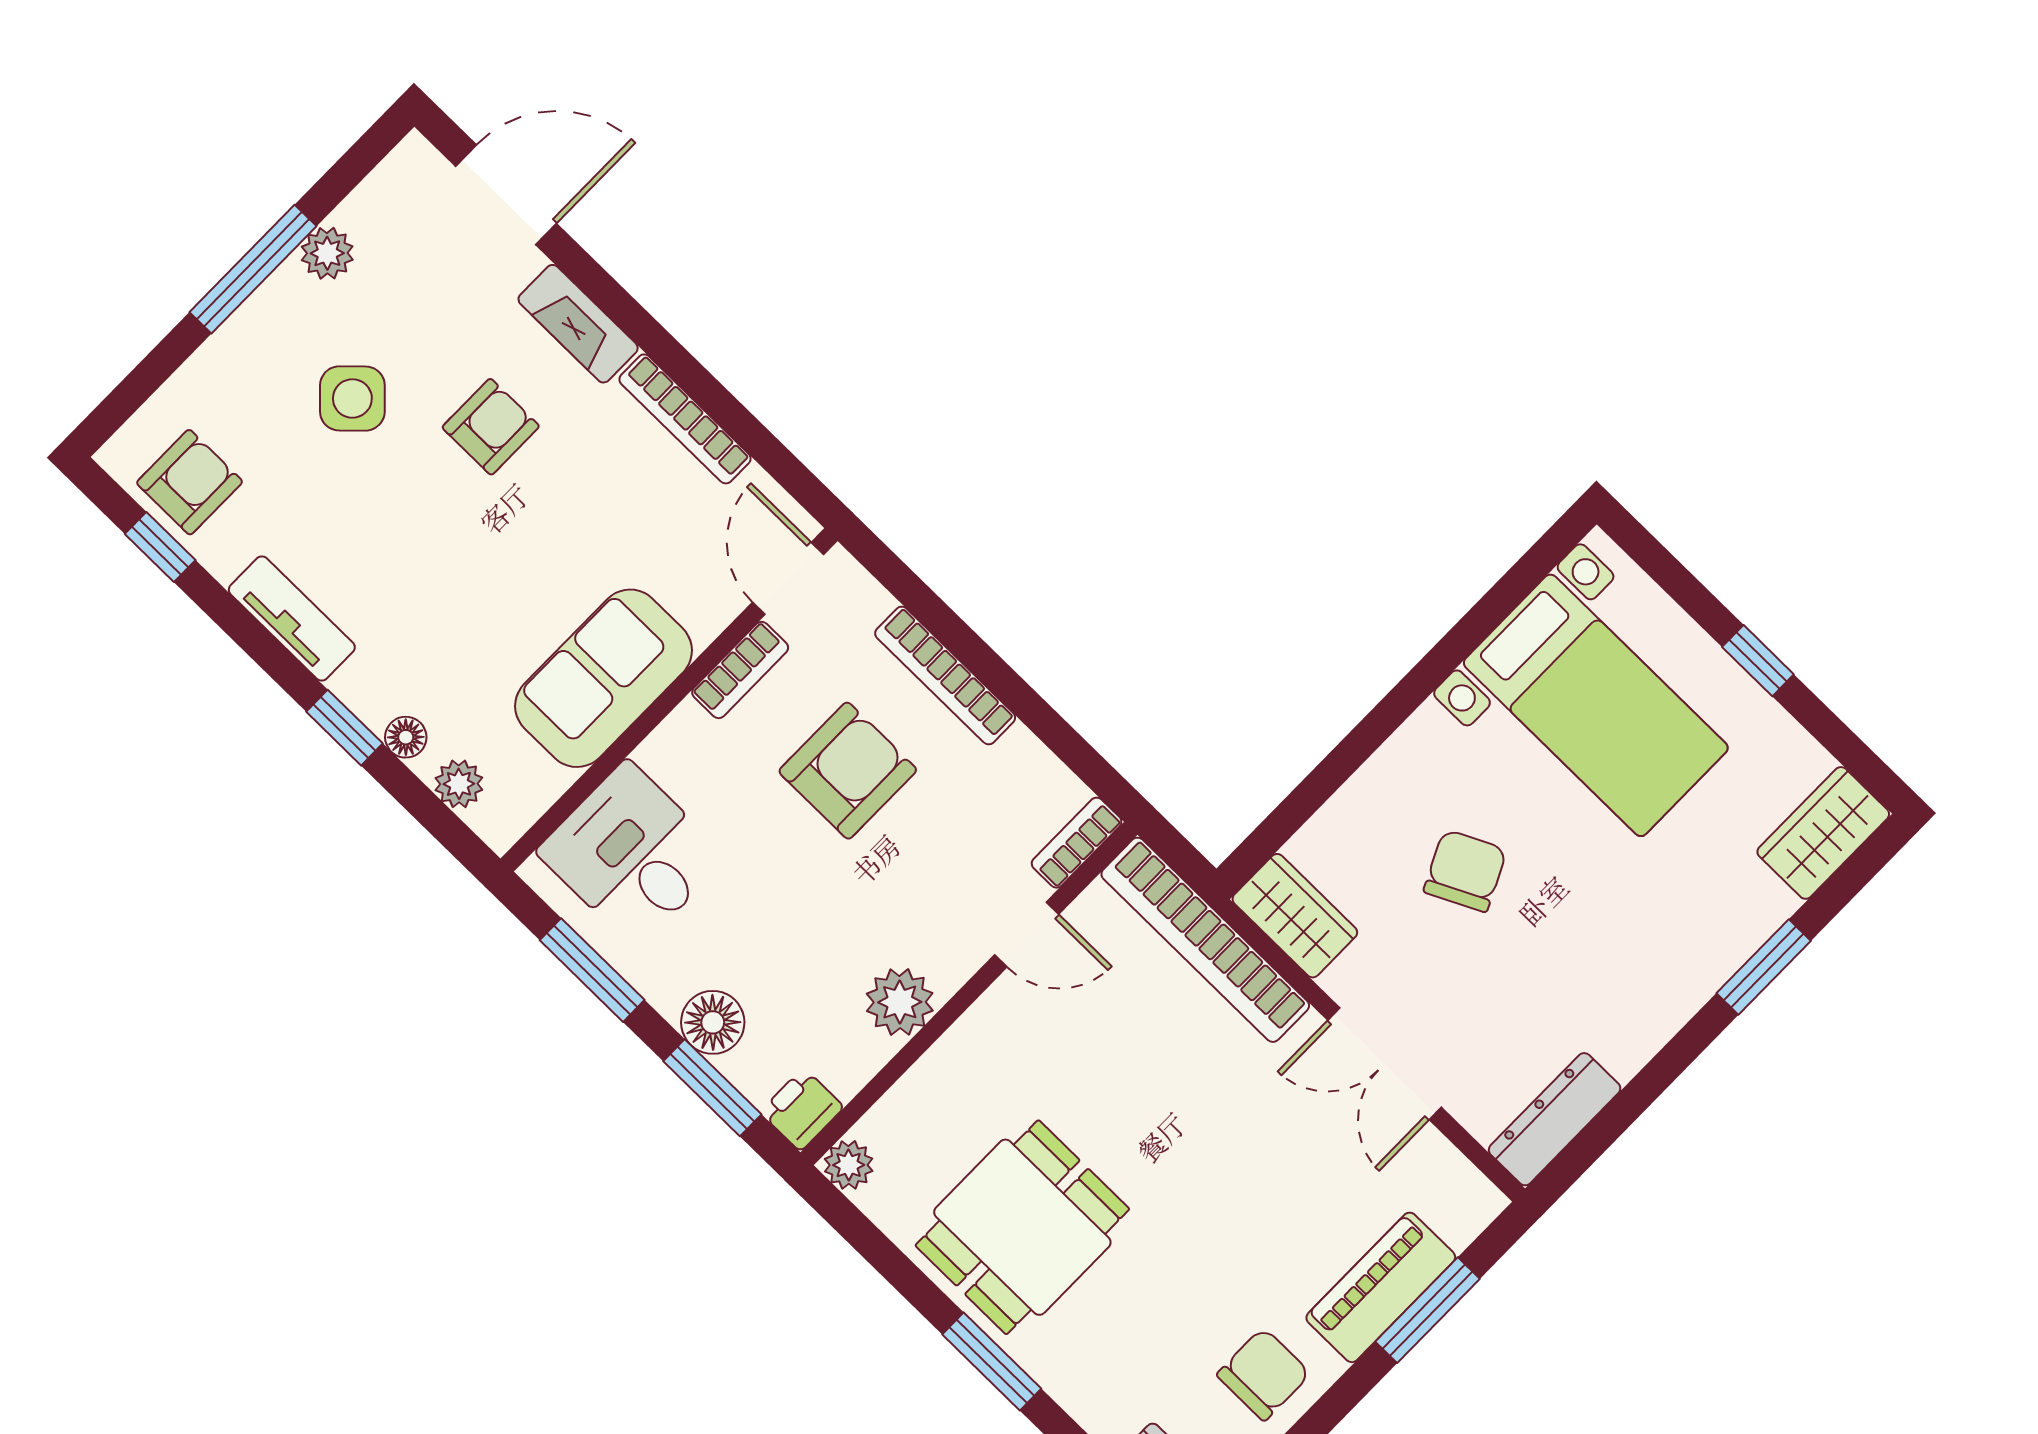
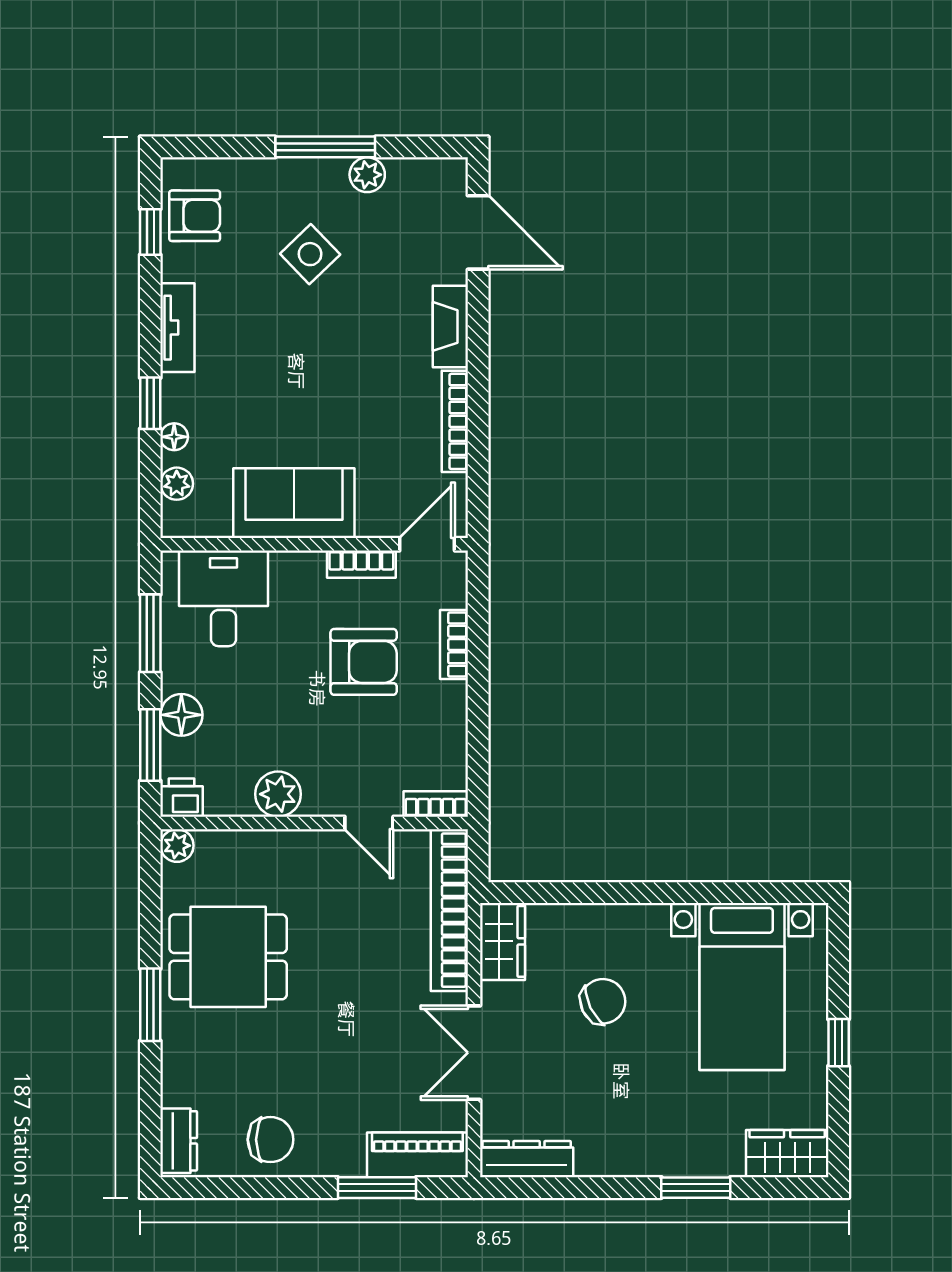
armchair: (491, 427) -> (361, 333), removed
bookcase: (945, 676) -> (454, 645), width x0.64
piano: (1381, 1287) -> (417, 1155), moved

